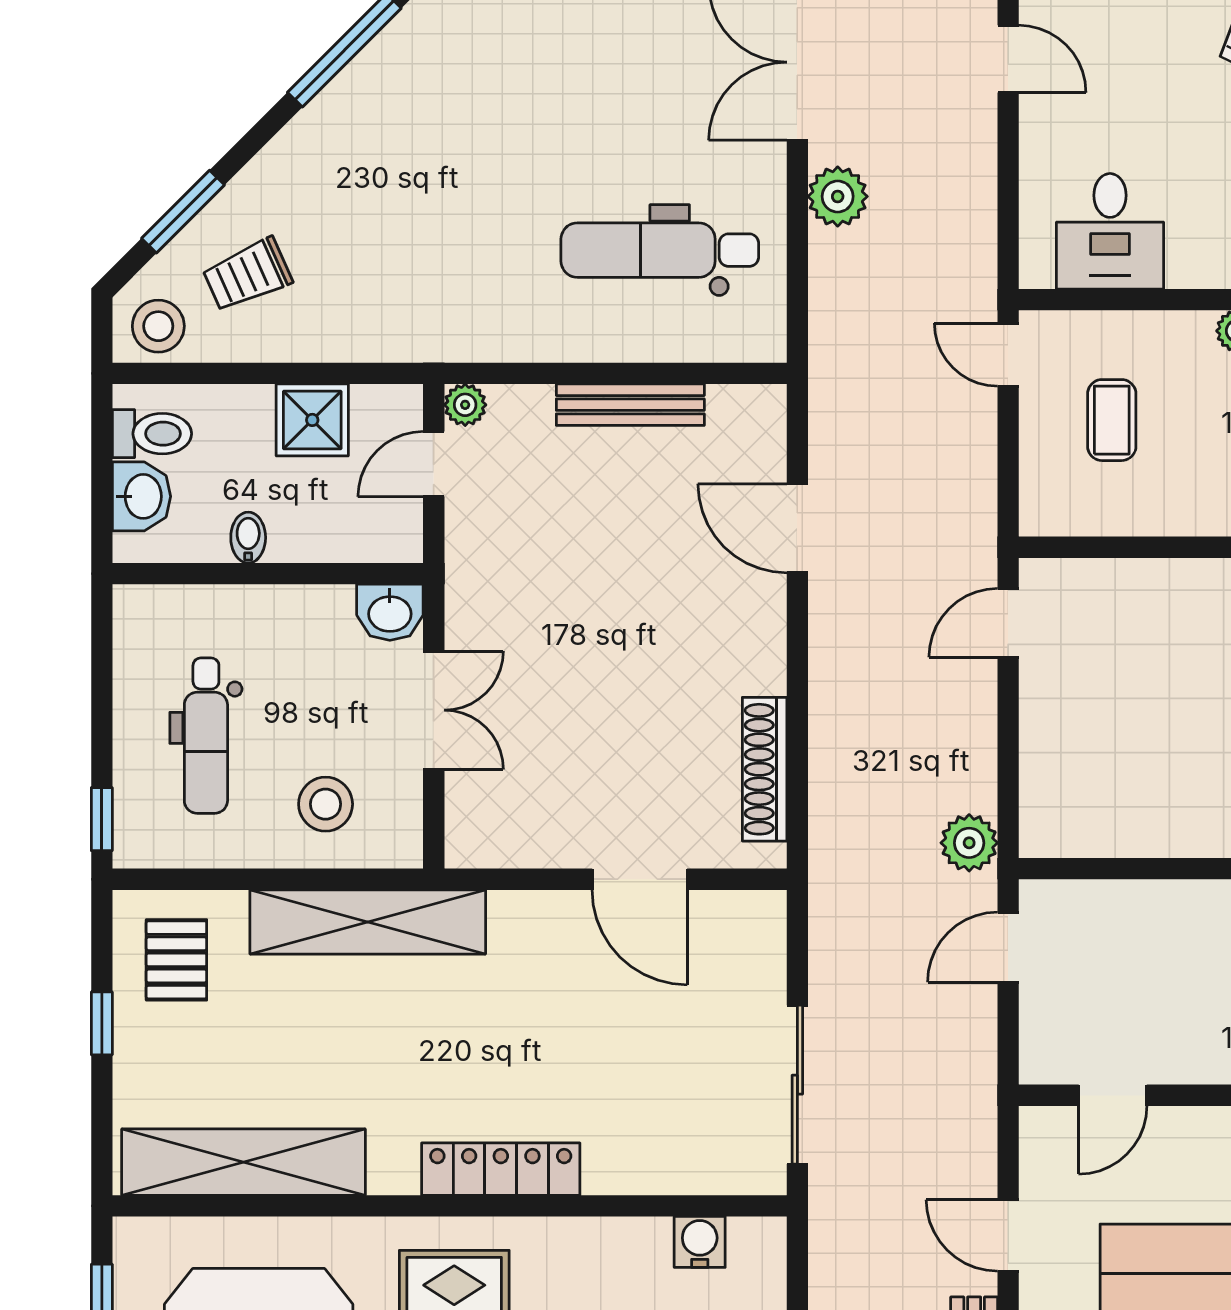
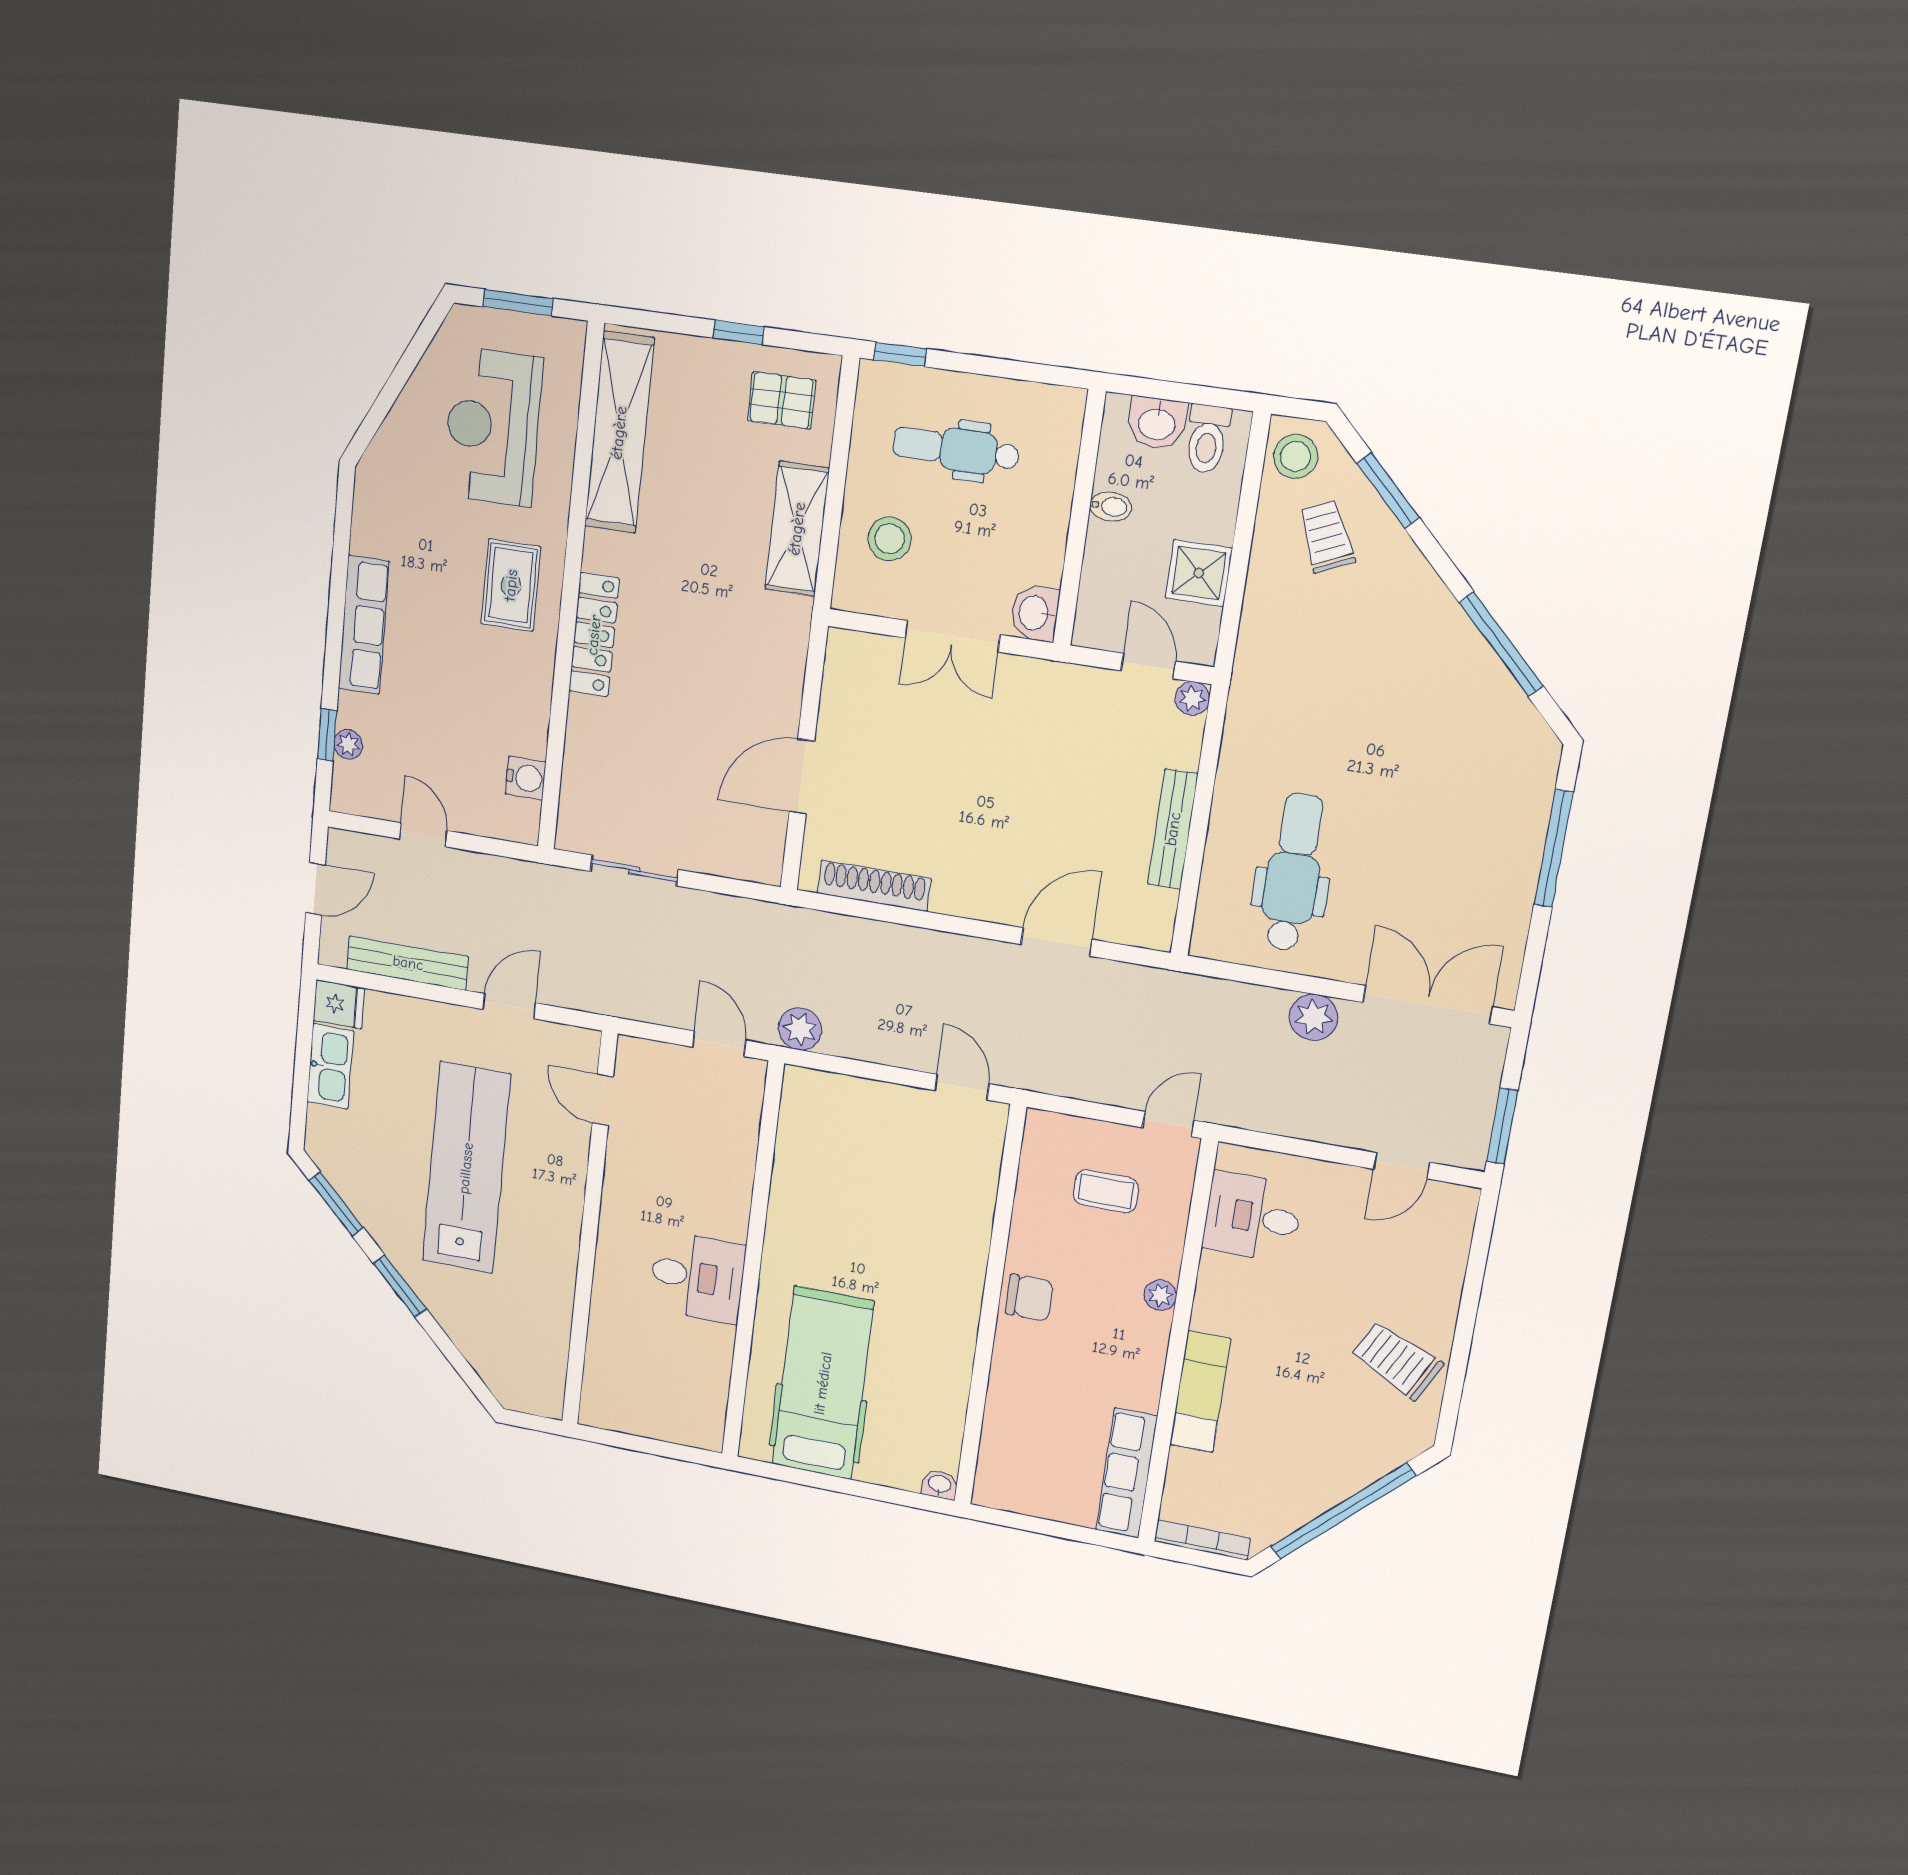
shelving: (368, 922) -> (797, 529), width x0.68
sliding door: (797, 1085) -> (634, 870), width x0.73

